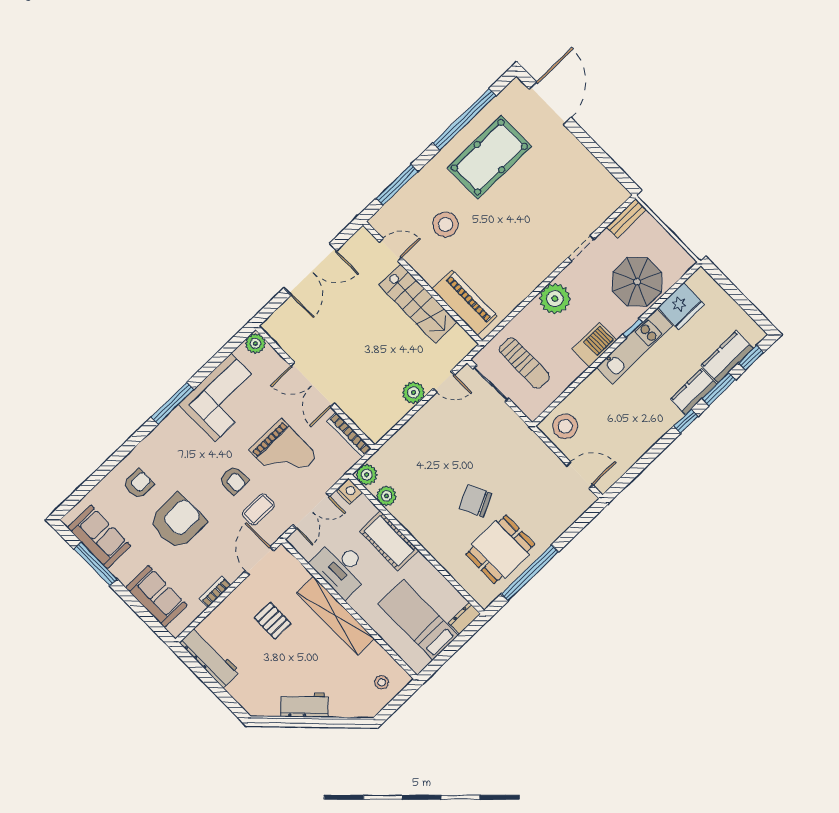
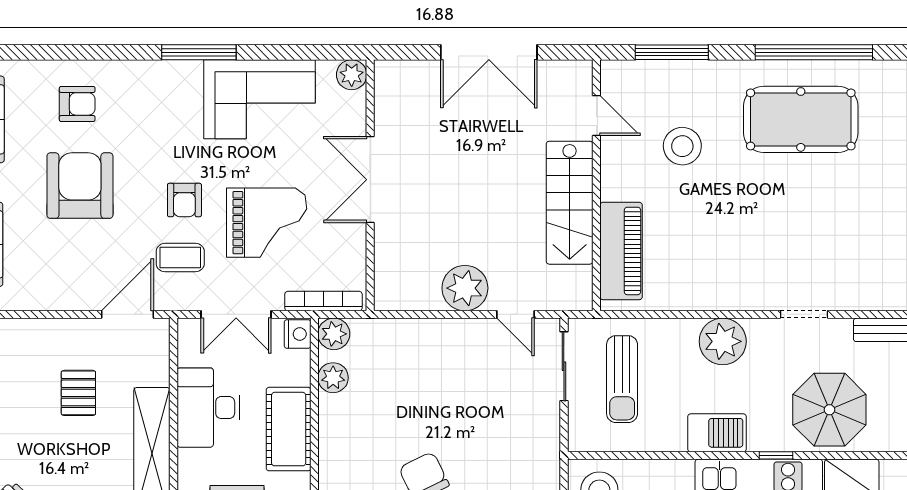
plant: (413, 392) -> (465, 288), width x1.36, depth x1.36
bookcase: (349, 435) -> (323, 301), moved, turned 90
grand piano: (283, 453) -> (267, 223), turned -90
armchair: (178, 522) -> (80, 186), turned -90
bookcase: (215, 592) -> (47, 301), removed

